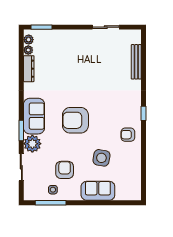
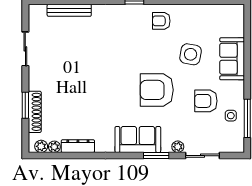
window: (41, 27) -> (25, 105), moved
shoe rack: (56, 35) -> (35, 112), added
armchair: (75, 120) -> (157, 90), moved, turned 90
armchair: (128, 135) -> (161, 21), turned 90
plant: (32, 144) -> (178, 147), width x0.53, depth x0.53

